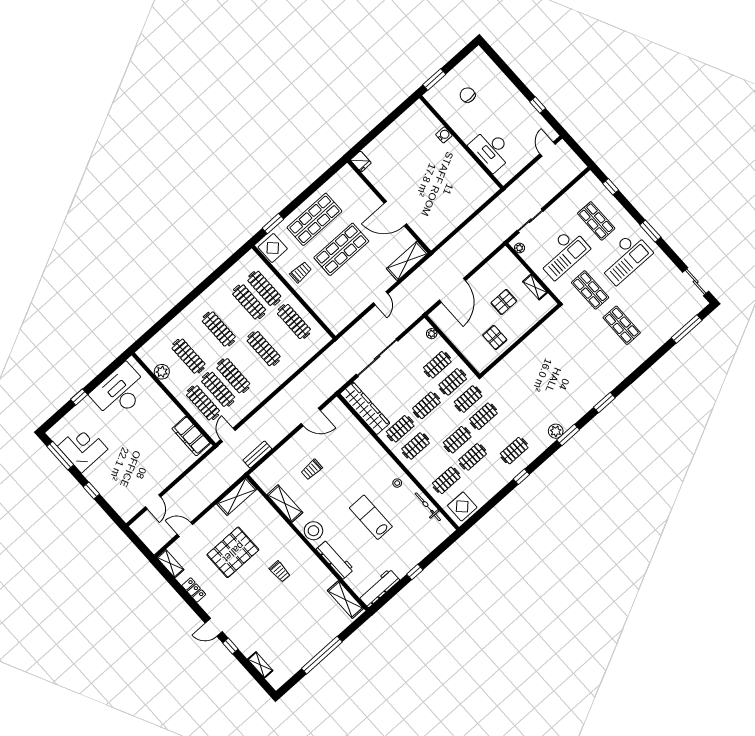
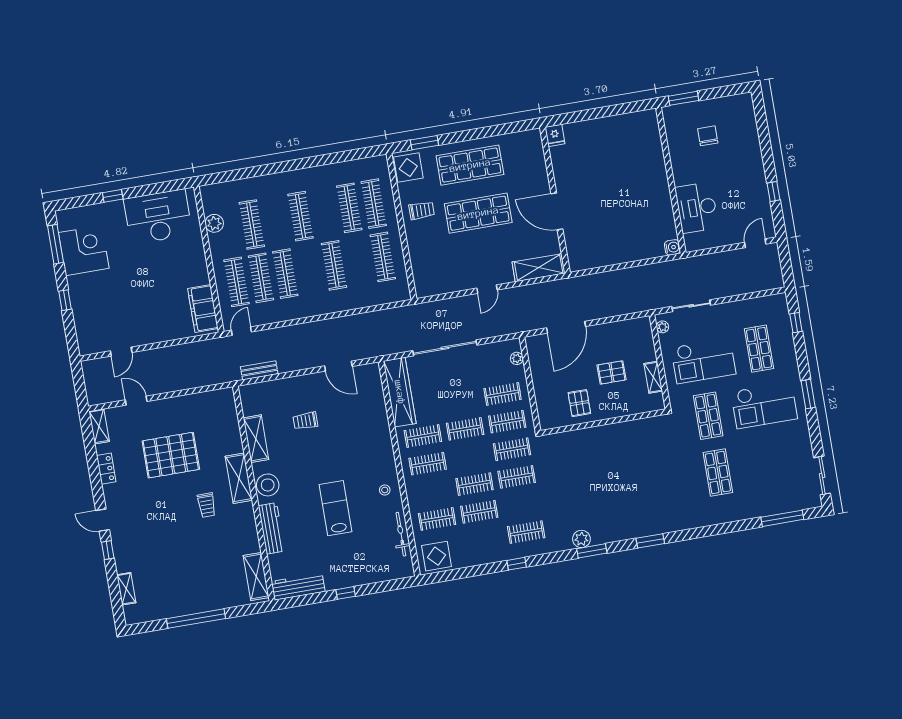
water cooler: (444, 135) -> (672, 247), moved
shelving: (237, 496) -> (239, 478), moved, turned 90

